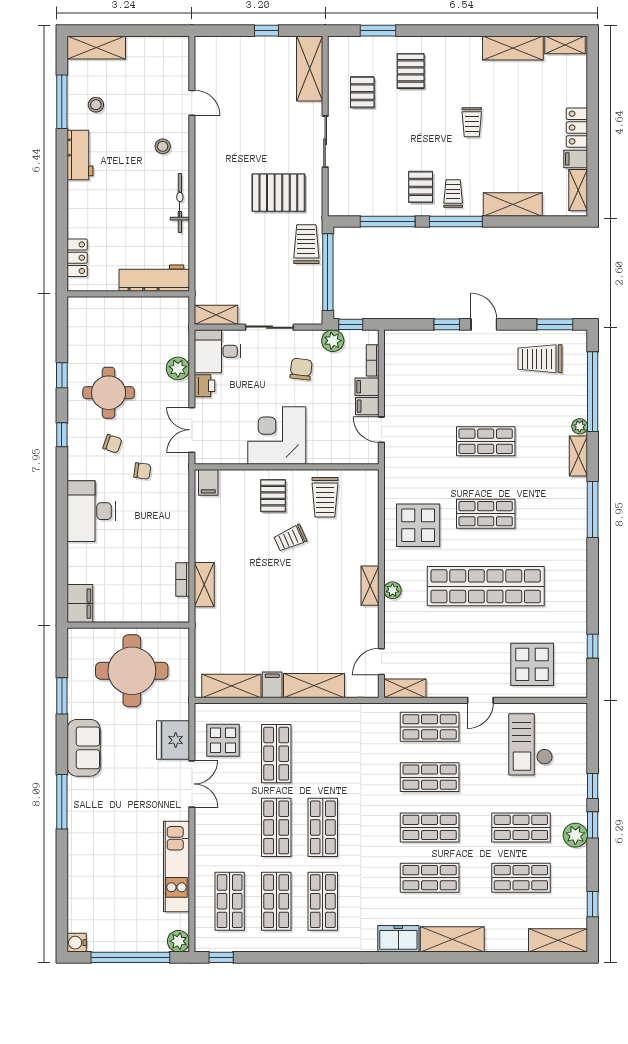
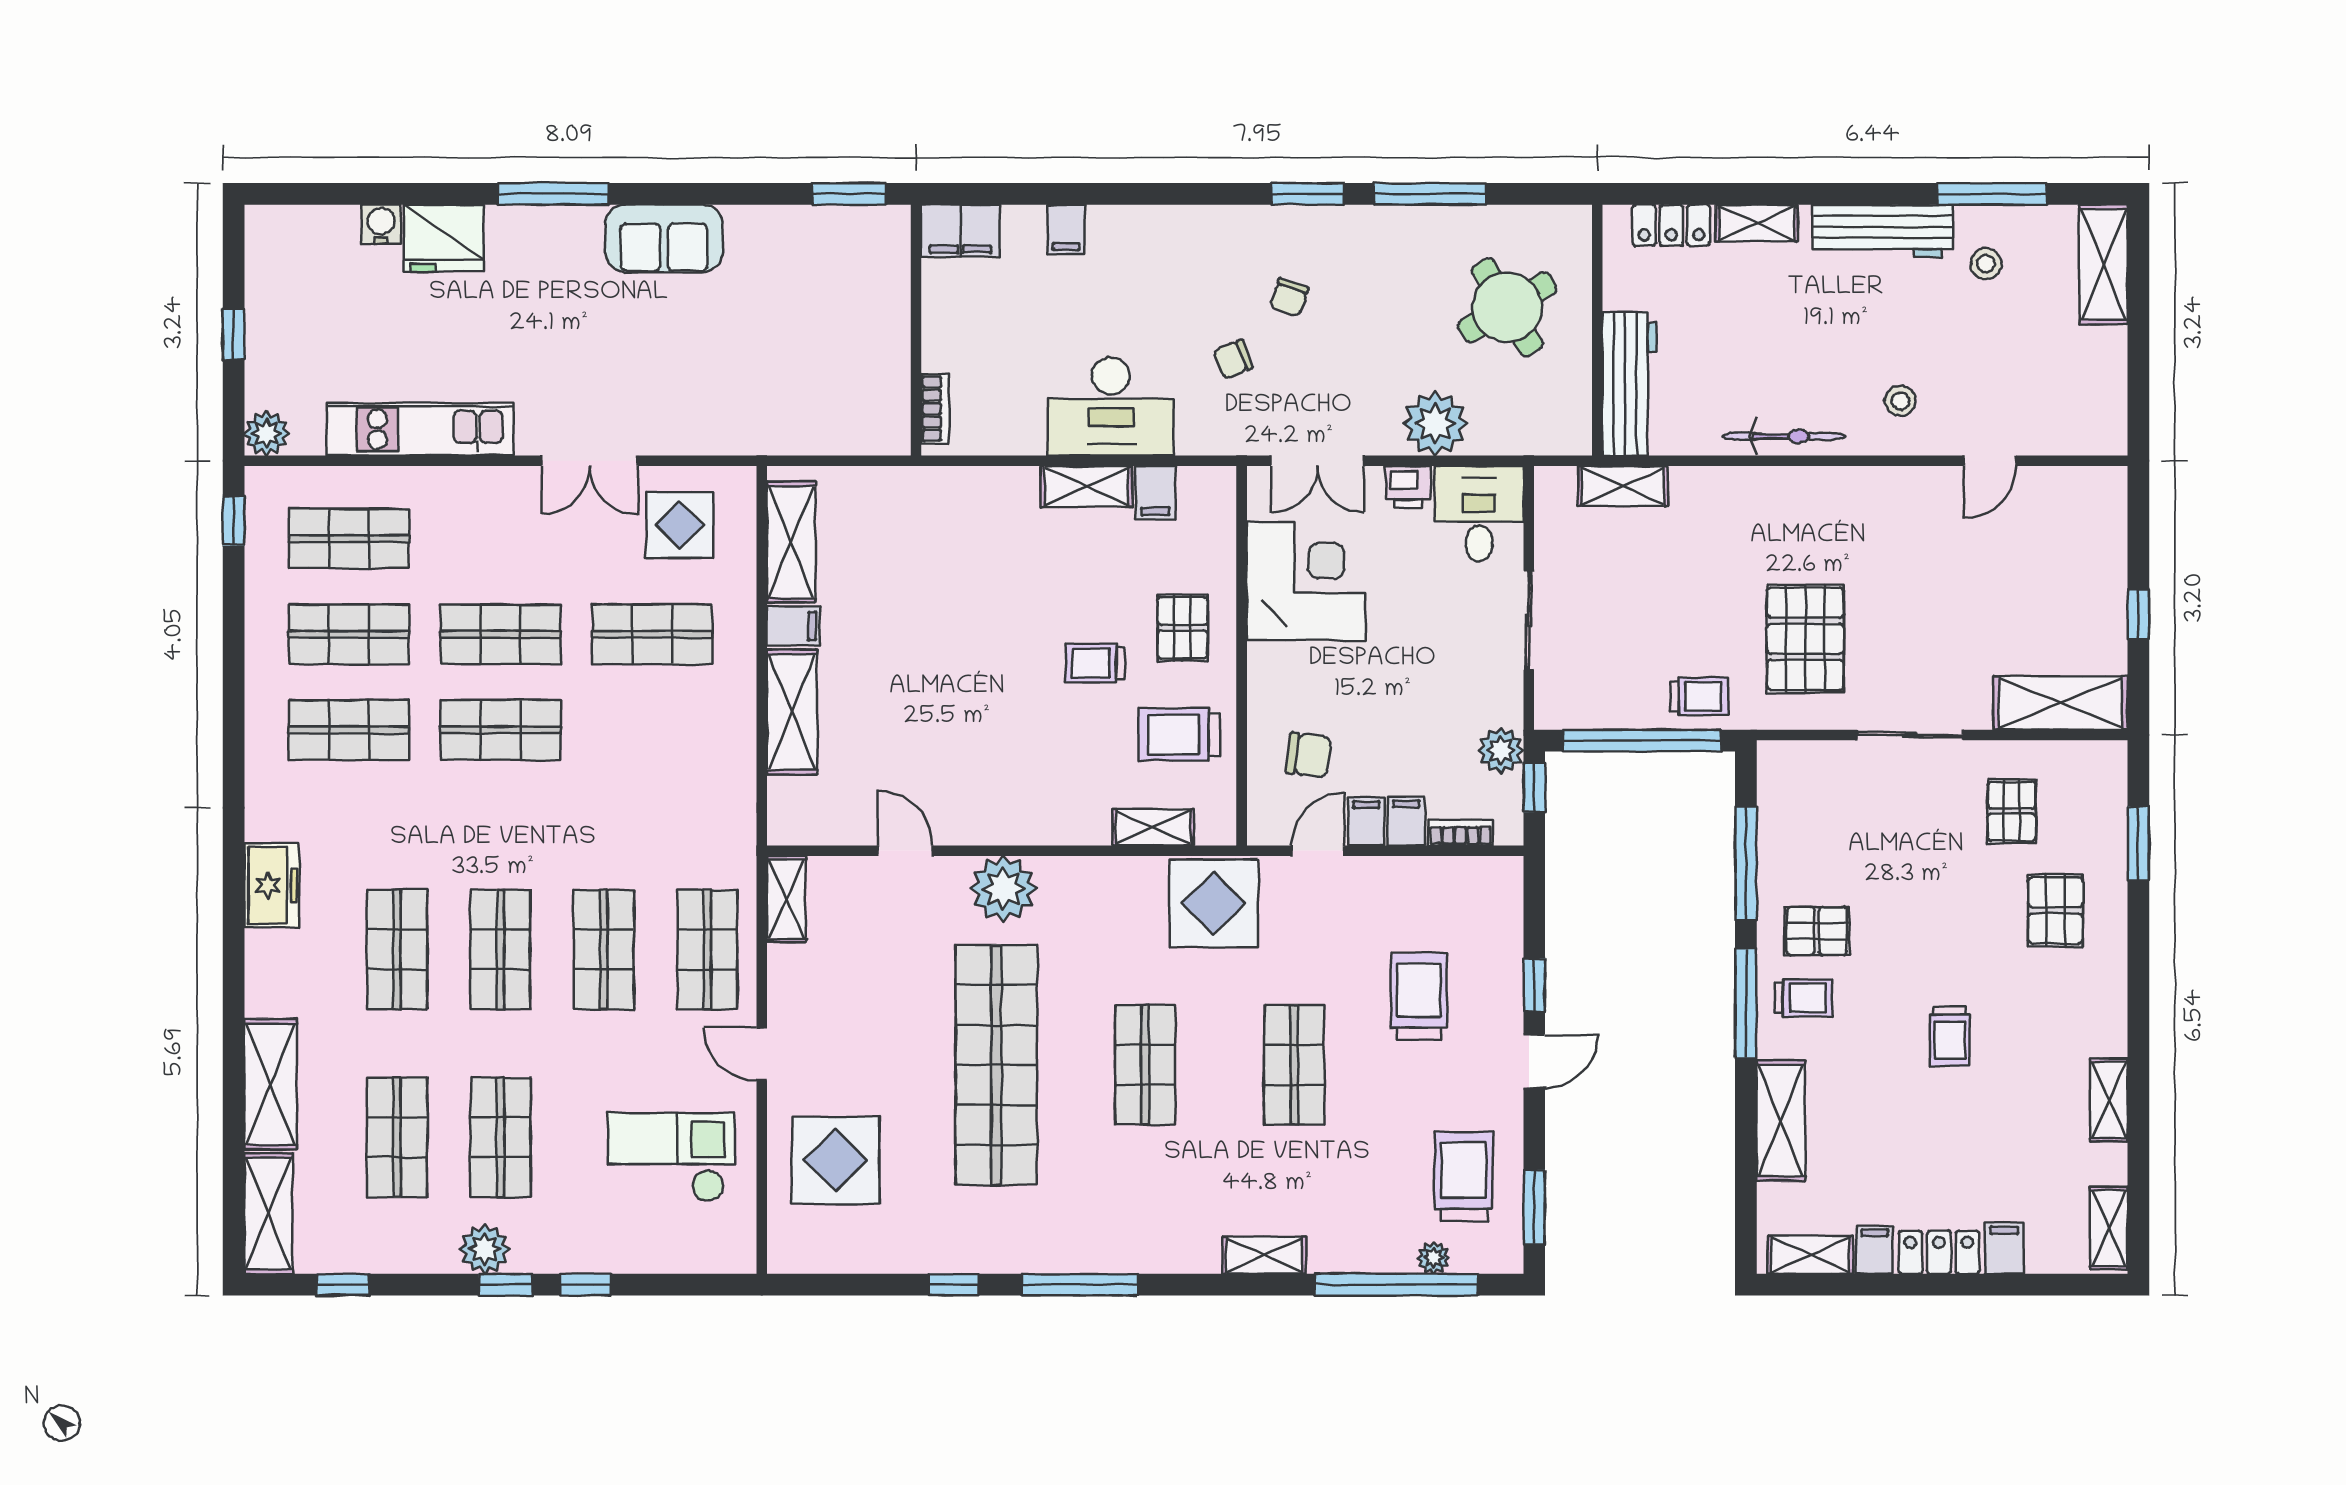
shelving: (513, 48) -> (2109, 1100), width x0.67, depth x0.75
pallet: (411, 71) -> (2055, 910), turned 90
pallet: (362, 92) -> (2012, 811), turned 90
filing cabinet: (575, 96) -> (2004, 1248), added
trolley: (472, 122) -> (1950, 1036), turned -90
workbench: (80, 155) -> (1883, 231), width x1.38
shelving: (76, 216) -> (1757, 223), added
trolley: (306, 244) -> (1699, 696), width x0.73, depth x0.72
shelving: (216, 315) -> (1623, 486), moved, turned 90
plant: (178, 368) -> (1435, 424), width x1.36, depth x1.36
chair: (301, 369) -> (1309, 755), moved
window: (62, 375) -> (1430, 194), width x2.17
trolley: (452, 381) -> (1419, 996), added
round table: (109, 393) -> (1507, 307), moved, turned -31
plant: (580, 426) -> (1434, 1258), moved
double door: (192, 430) -> (1317, 461), swing flipped
window: (62, 435) -> (1308, 194), width x1.50
corner desk: (277, 435) -> (1306, 581), moved
chair: (142, 471) -> (1233, 359), turned 62
filing cabinet: (208, 482) -> (1155, 493), moved, turned -90
pallet: (273, 496) -> (1183, 628), turned 90
window: (593, 509) -> (1080, 1285), moved
desk: (91, 511) -> (1111, 406), moved, turned 180
display table: (418, 525) -> (1214, 903), moved
trolley: (290, 538) -> (1095, 663), turned -66
filing cabinet: (79, 552) -> (1066, 229), added
bookcase: (183, 580) -> (935, 409), moved, turned 90
shelving: (204, 585) -> (1086, 486), moved
shelving: (370, 586) -> (1153, 827), moved
plant: (393, 590) -> (1003, 889), width x1.88, depth x1.88
window: (593, 646) -> (953, 1285), moved
door: (381, 662) -> (905, 851), moved
round table: (132, 671) -> (822, 338), removed
window: (62, 696) -> (849, 194), moved
fridge: (173, 740) -> (444, 238), moved, turned 180
shelving: (452, 939) -> (270, 1084), moved
water cooler: (77, 943) -> (381, 224), moved
window: (130, 957) -> (234, 335), width x0.32

